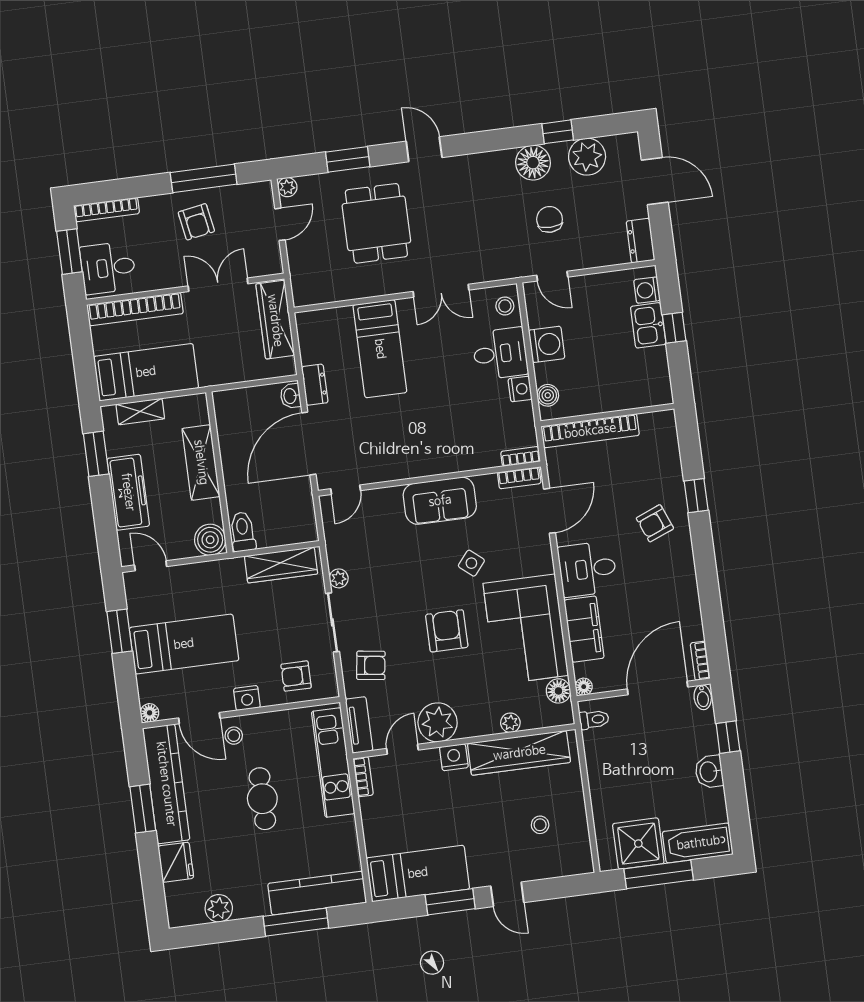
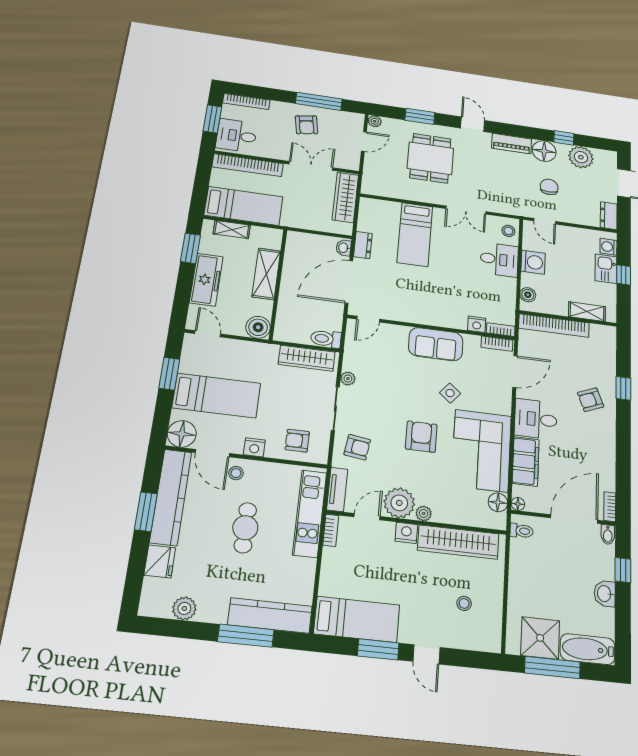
piano: (485, 164) -> (512, 144), added
nightstand: (520, 389) -> (477, 324), moved, turned 90
shelving: (632, 398) -> (587, 312), added
toilet: (243, 532) -> (326, 339), moved, turned -90
floor lamp: (150, 713) -> (182, 434), width x1.89, depth x1.89
plant: (510, 723) -> (424, 513), moved

